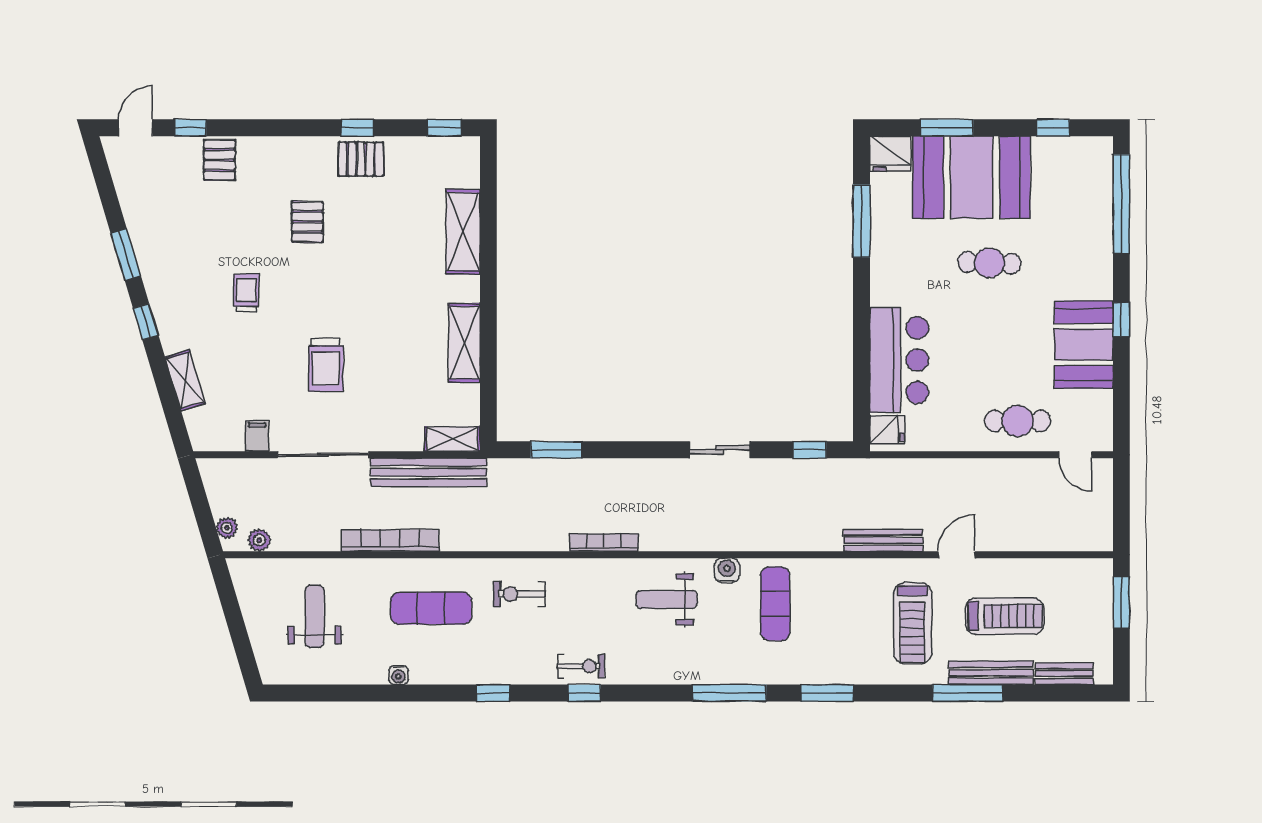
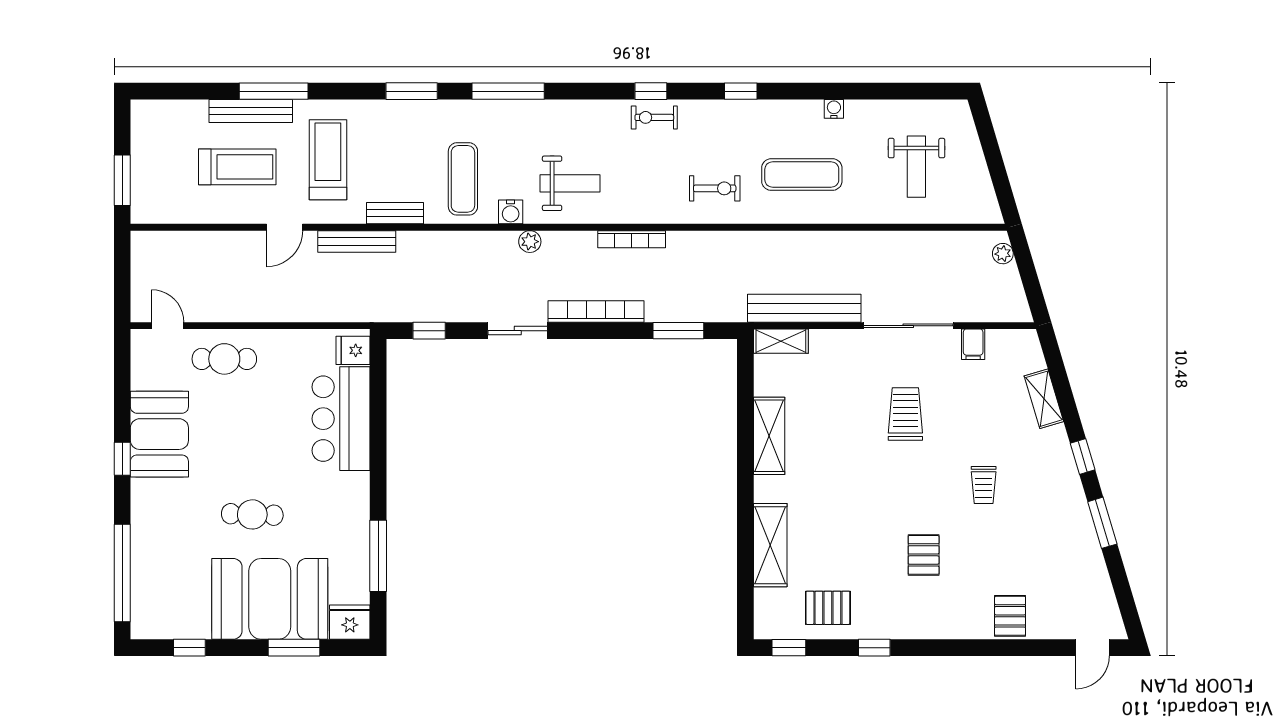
window: (190, 128) -> (1039, 648), removed
pallet: (361, 159) -> (828, 608), moved
plant: (259, 540) -> (530, 242), moved
bookcase: (390, 540) -> (596, 312), moved, turned 180
treadmill: (1005, 616) -> (237, 167), turned 180
bench: (1064, 674) -> (395, 213), moved

